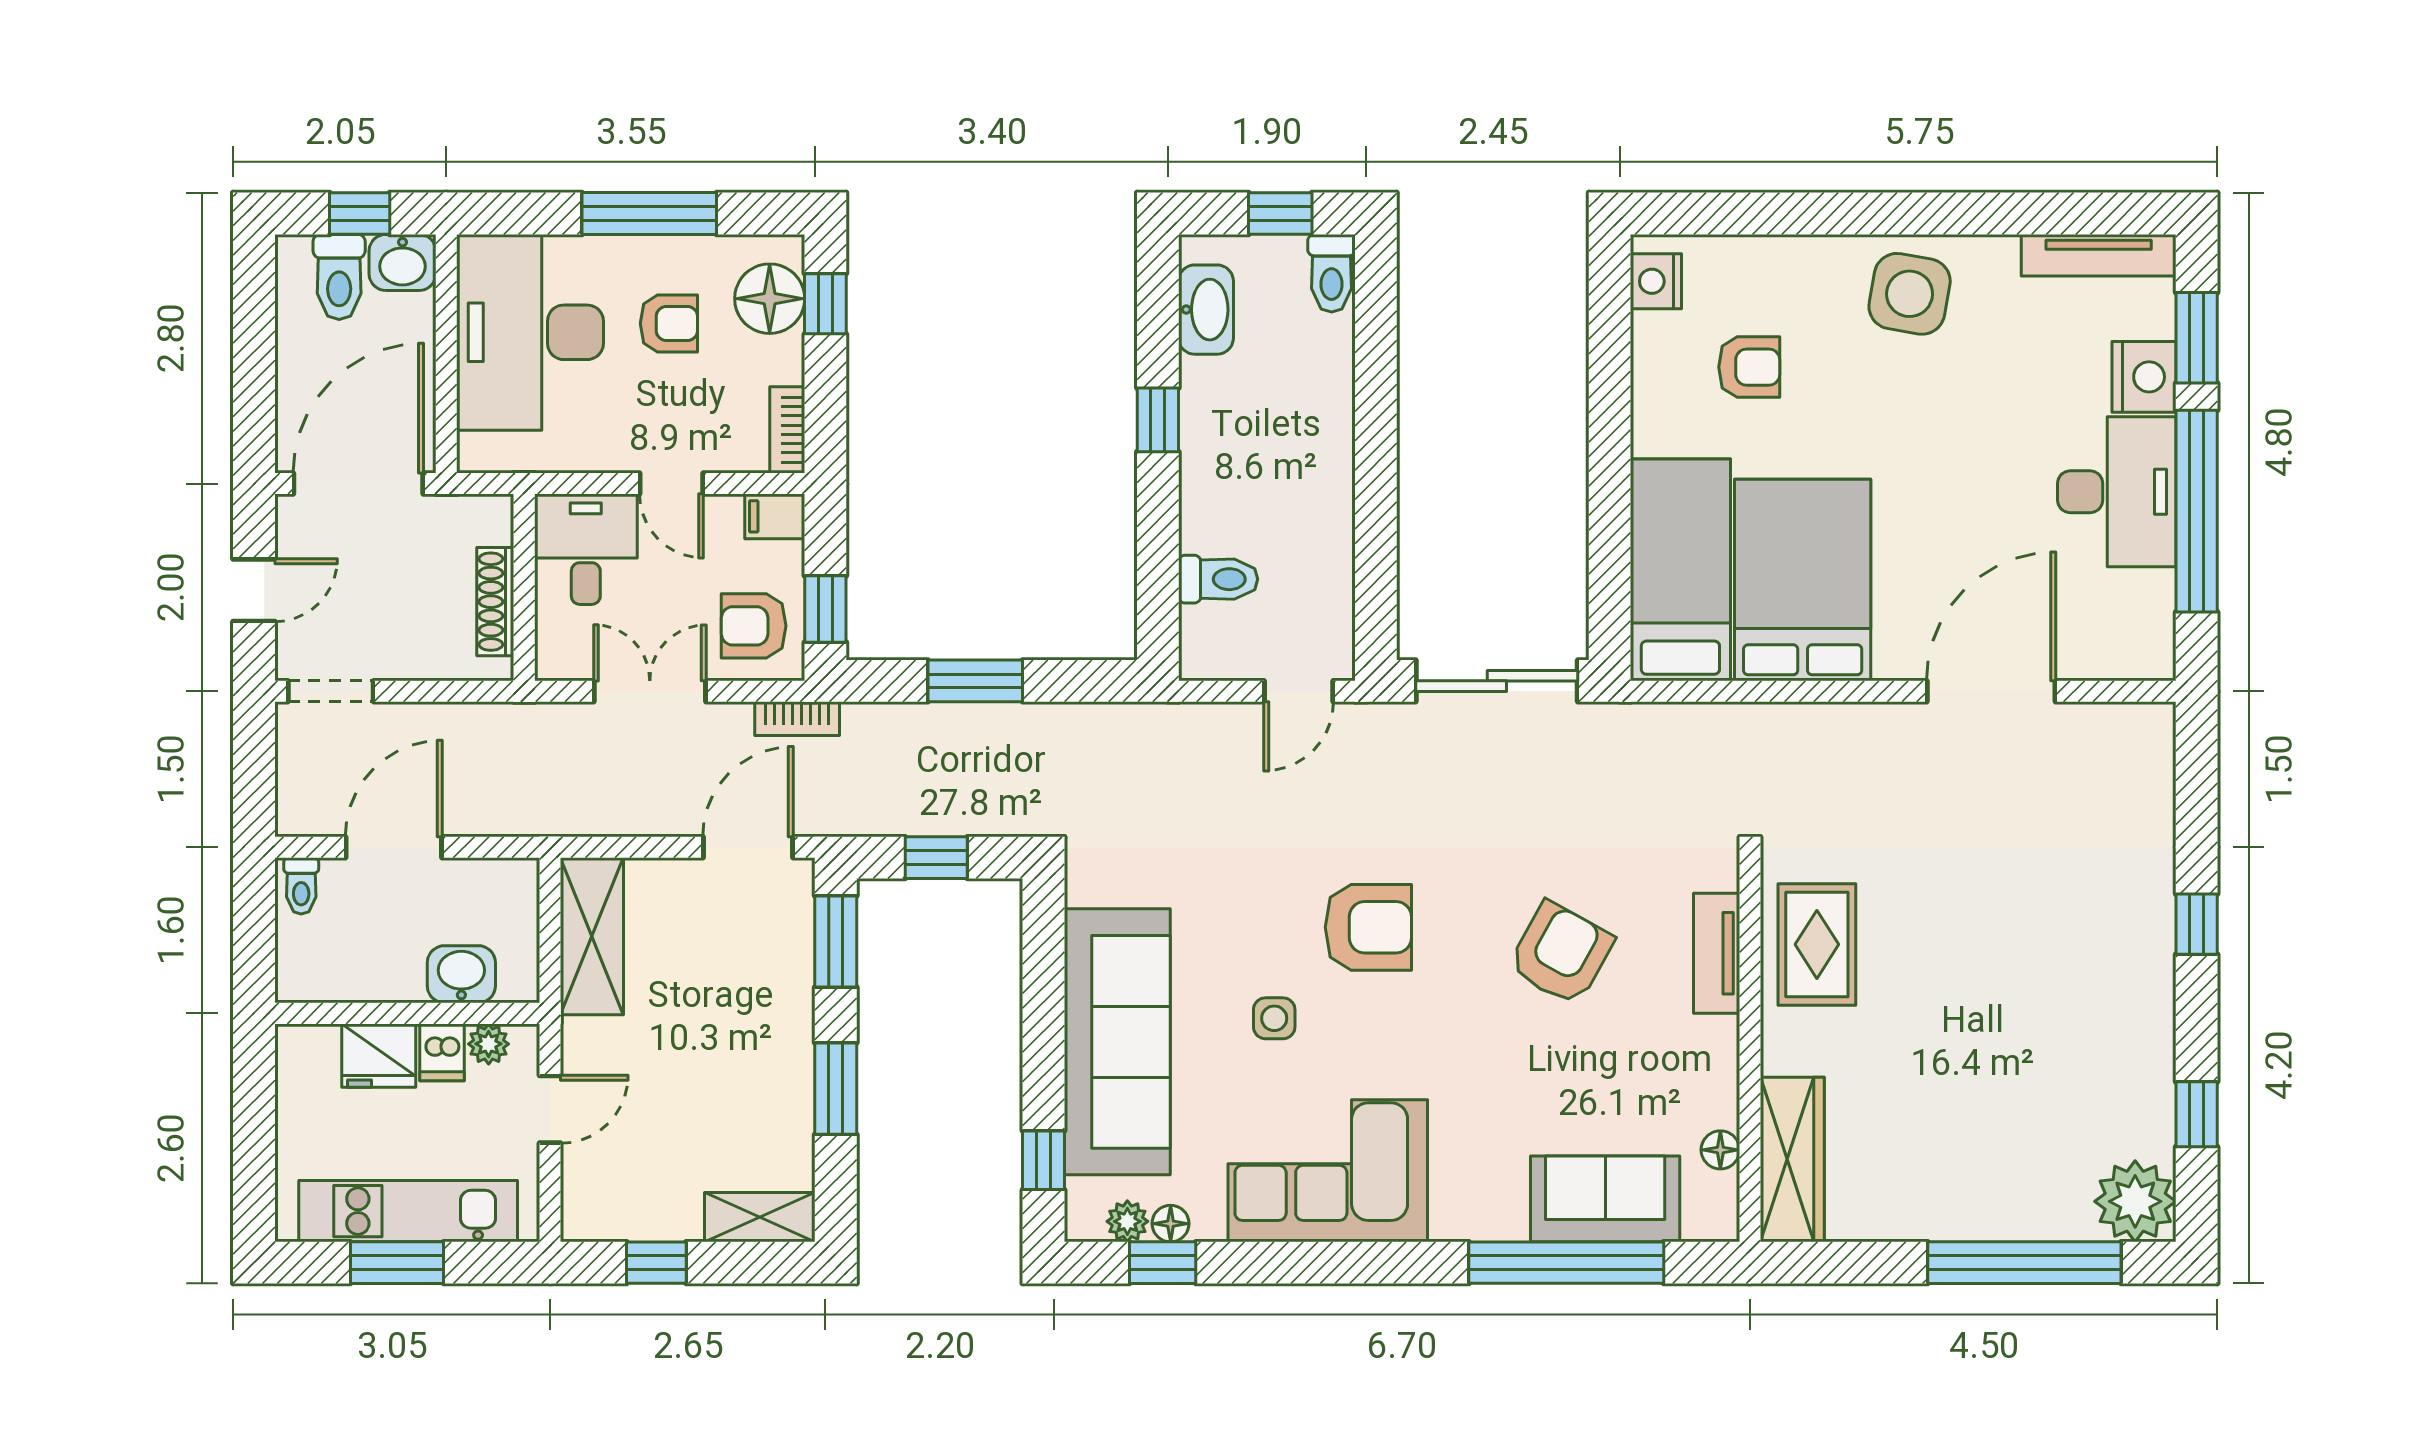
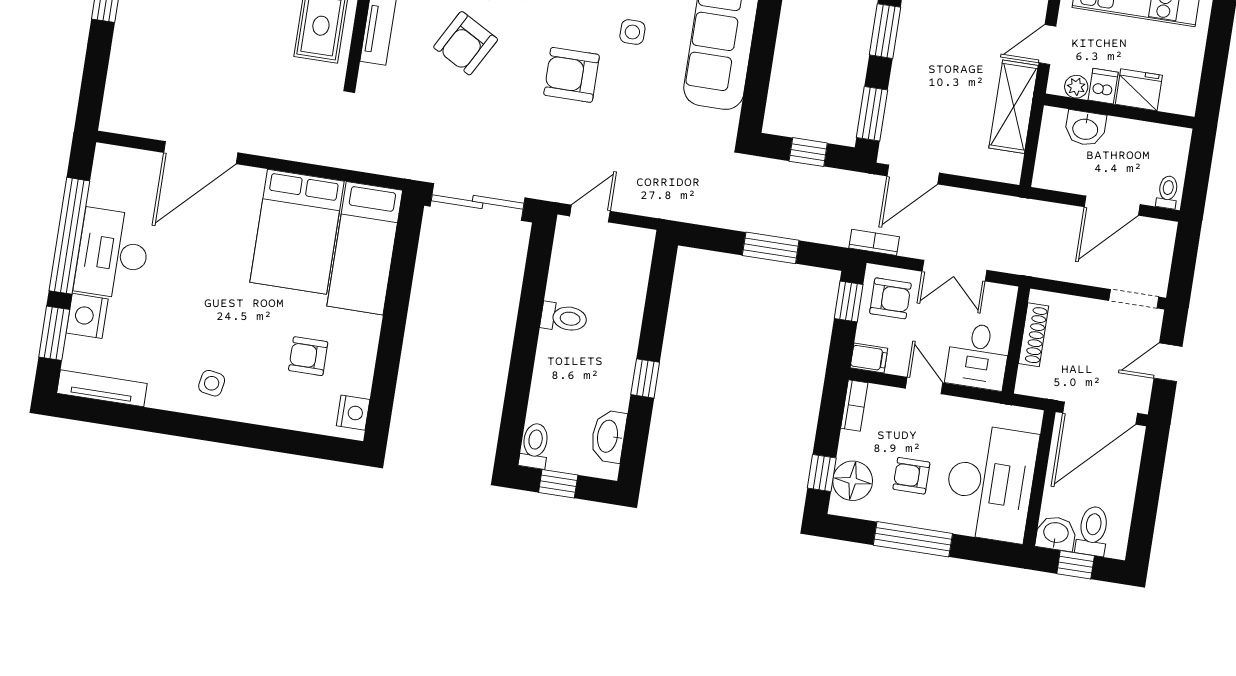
side table: (1910, 294) -> (212, 383), width x0.54, depth x0.54
toilet: (1218, 579) -> (564, 318), moved, turned 180
shelving: (592, 936) -> (1014, 107), moved

